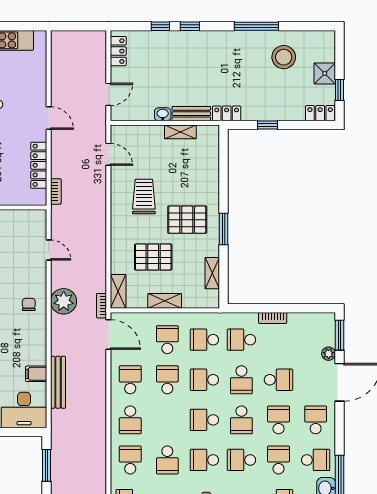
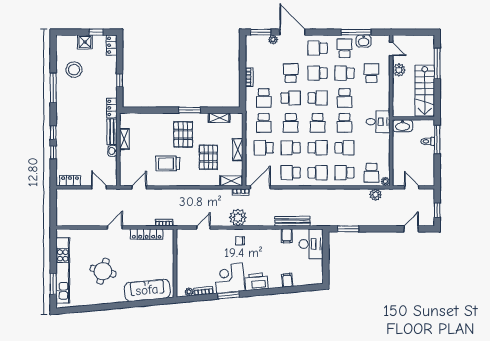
school desk: (167, 420) -> (318, 148), added

